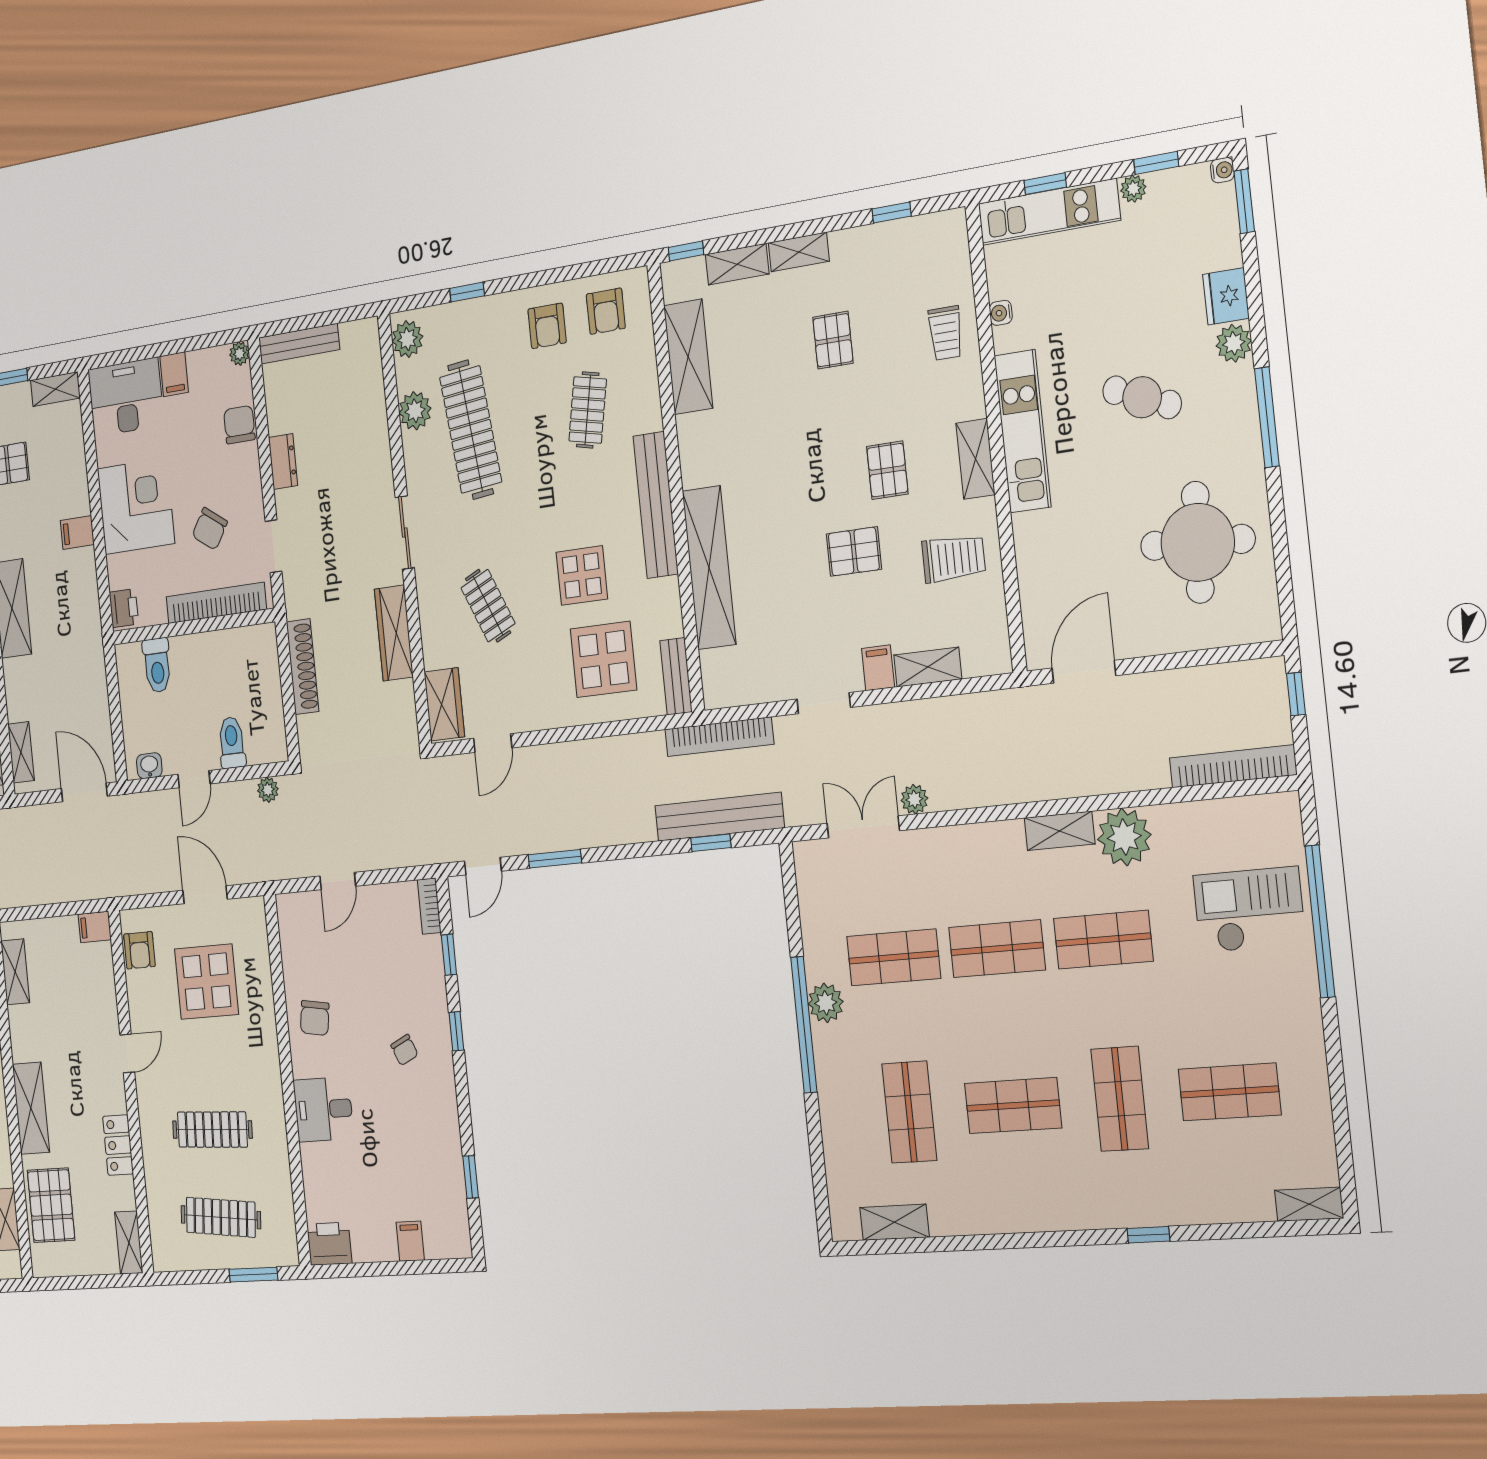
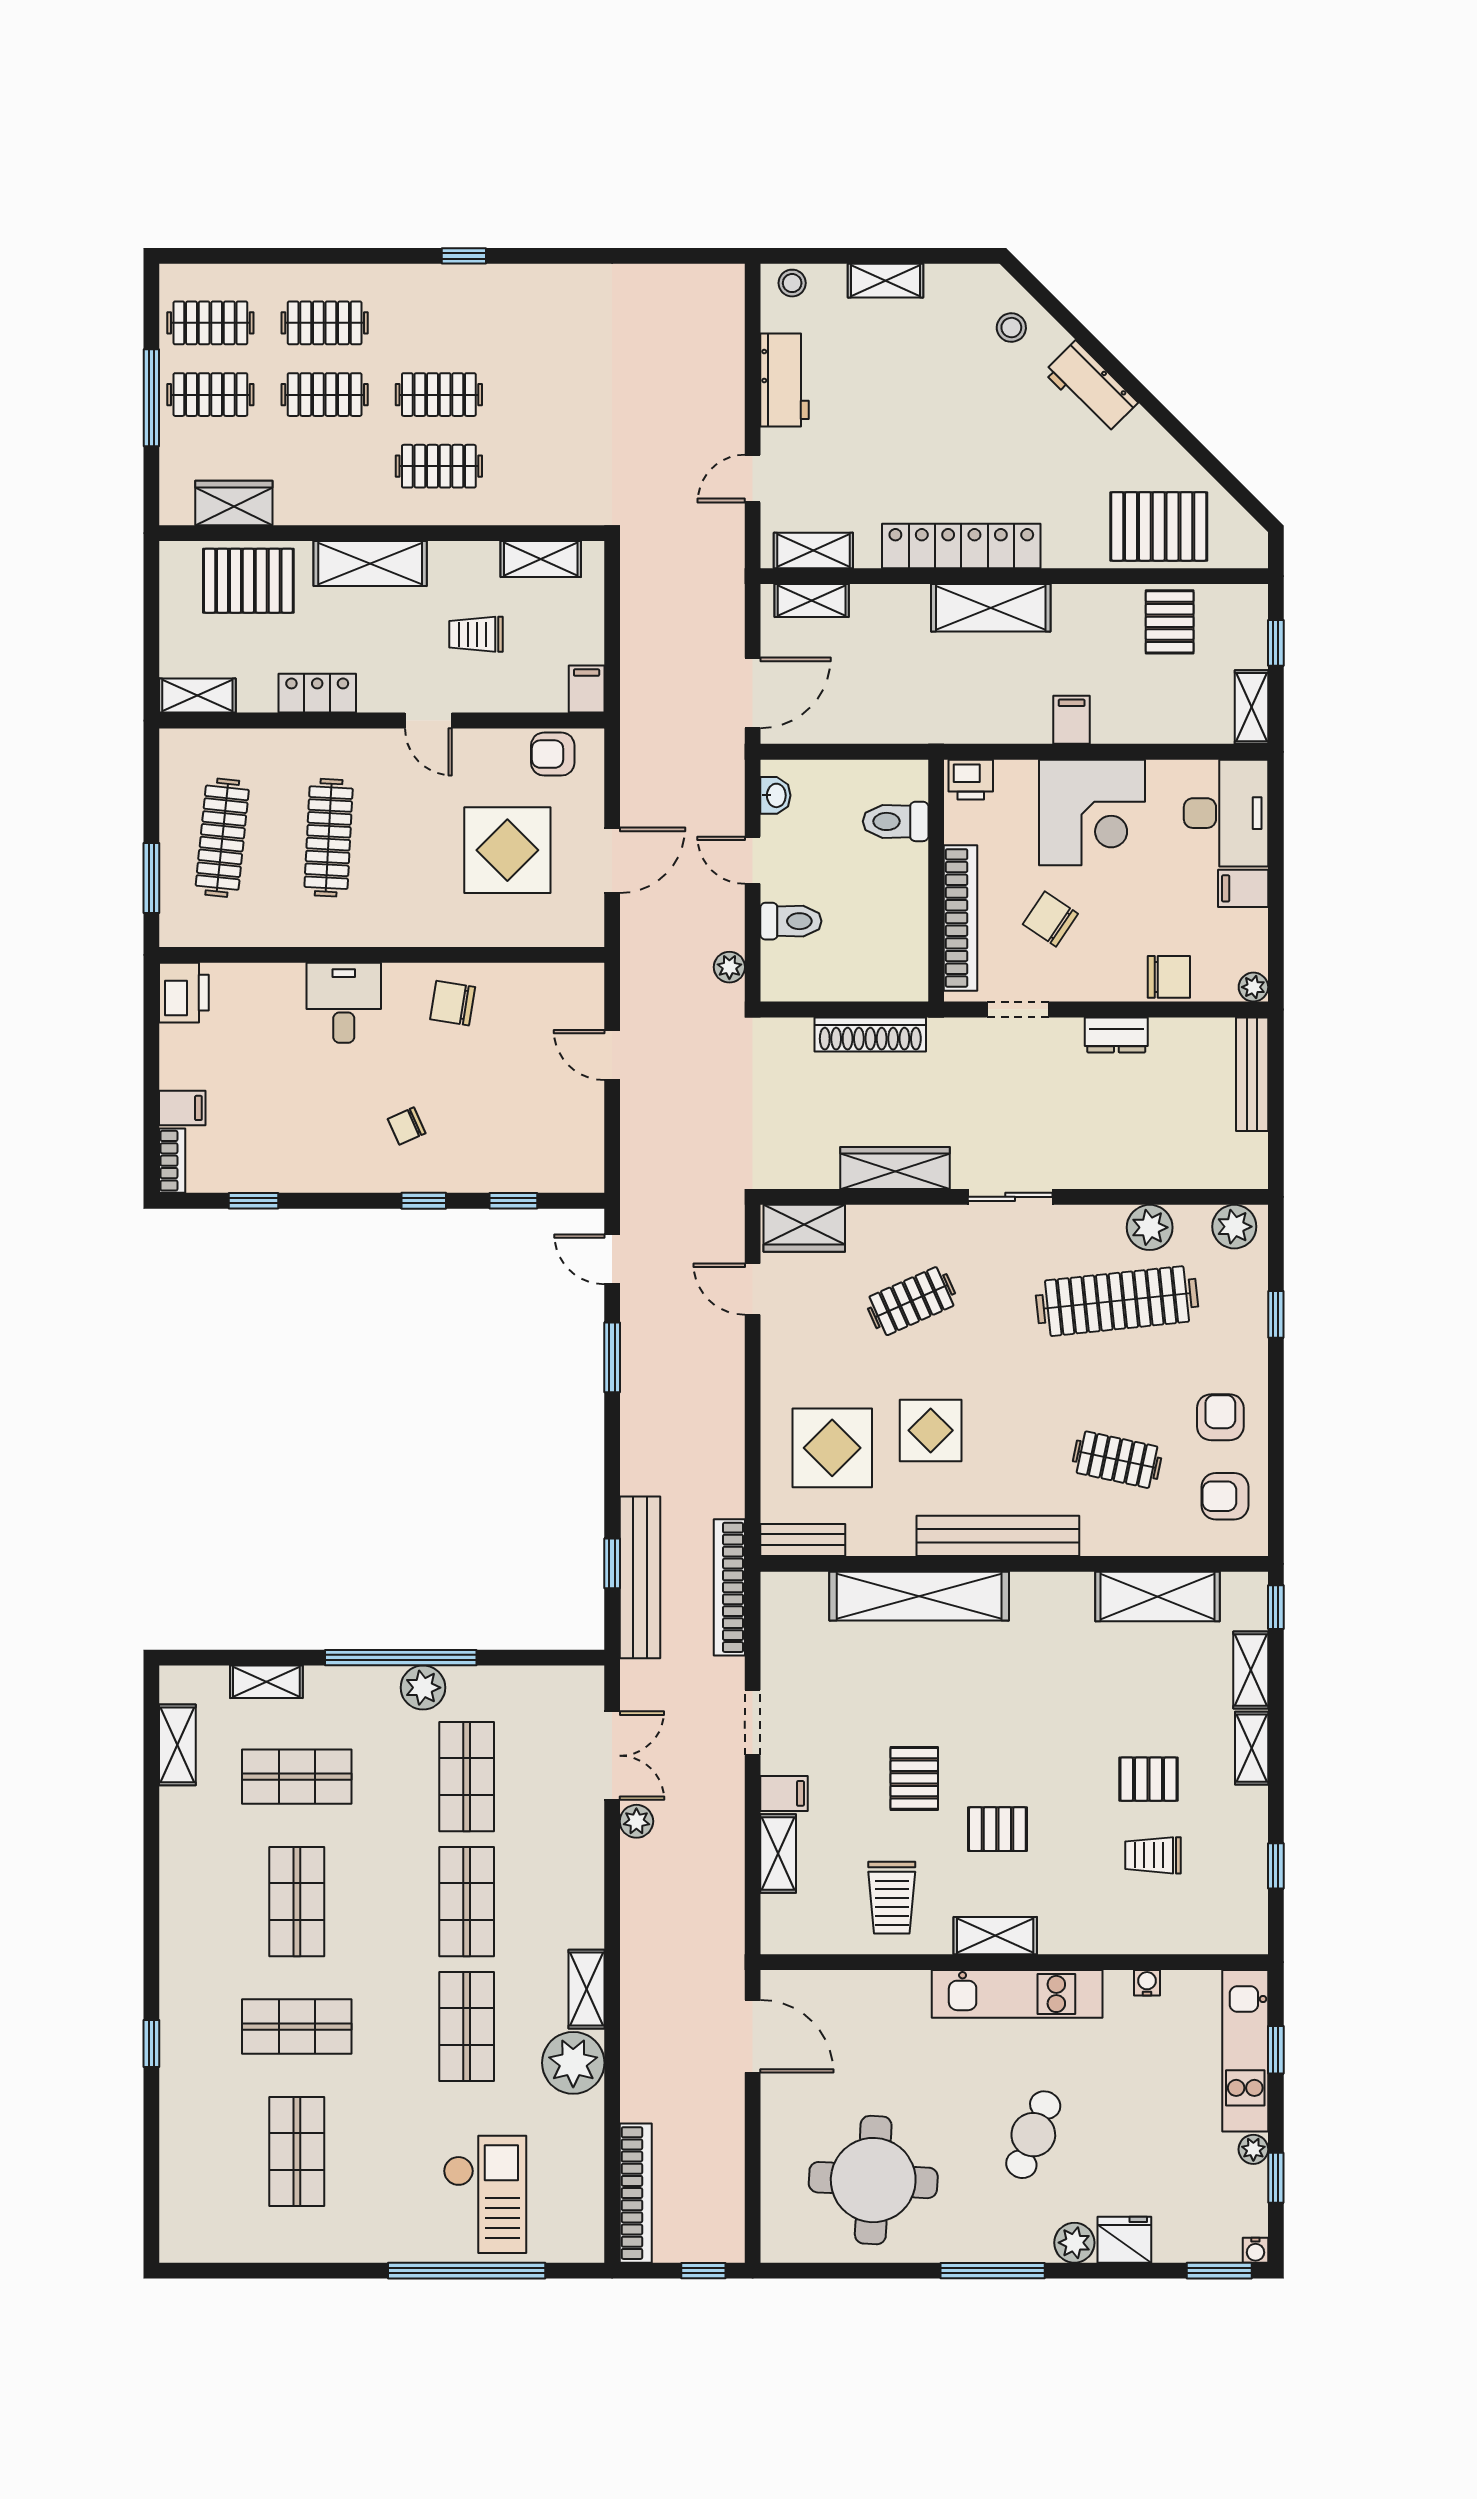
armchair: (547, 326) -> (1220, 1417), turned 90
trolley: (946, 333) -> (1153, 1855), moved
bookcase: (429, 906) -> (172, 1161), moved, turned 90
trolley: (68, 1019) -> (476, 634), added
shelving: (1309, 1204) -> (266, 1682), moved, turned 90

